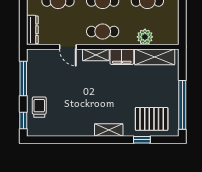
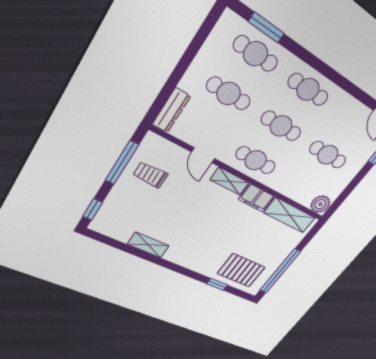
plant: (145, 37) -> (320, 204), moved
trolley: (39, 107) -> (150, 175), moved, turned -90
shelving: (109, 130) -> (148, 245), moved

